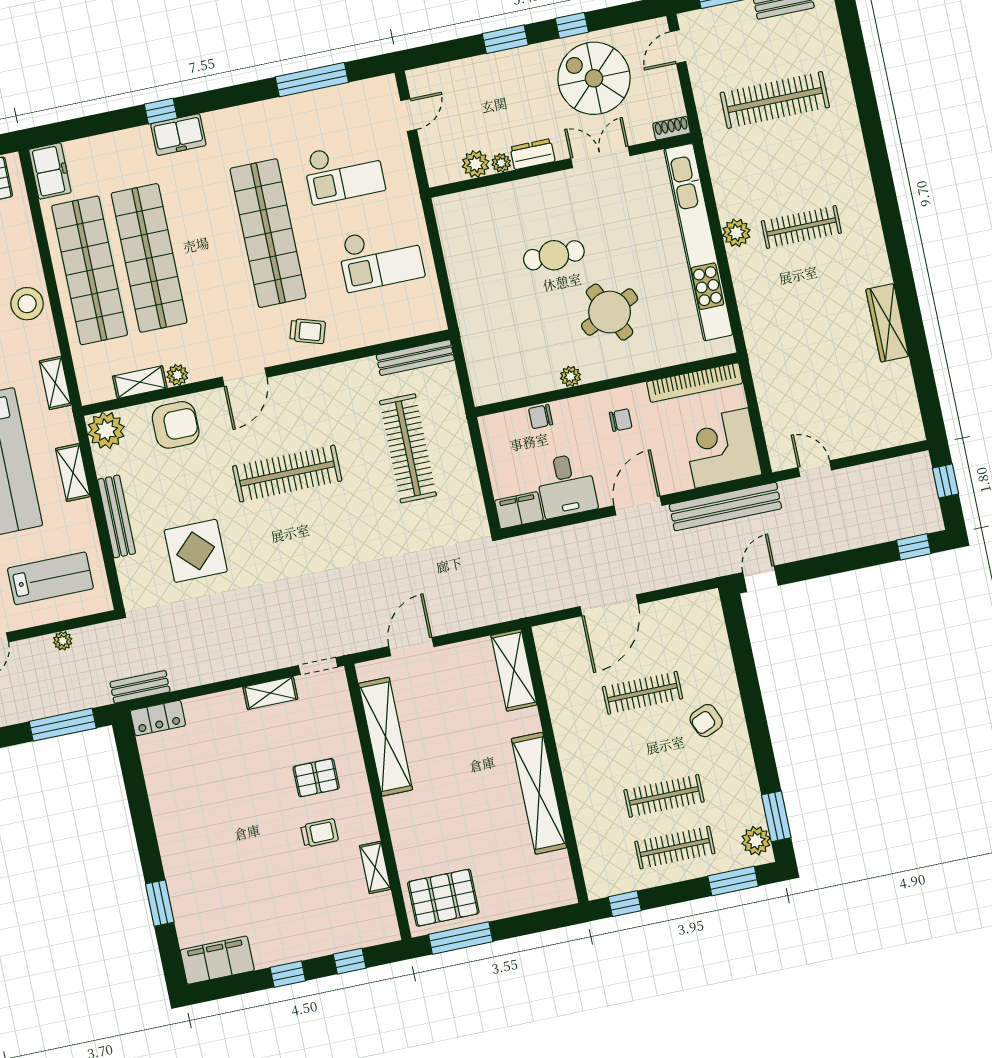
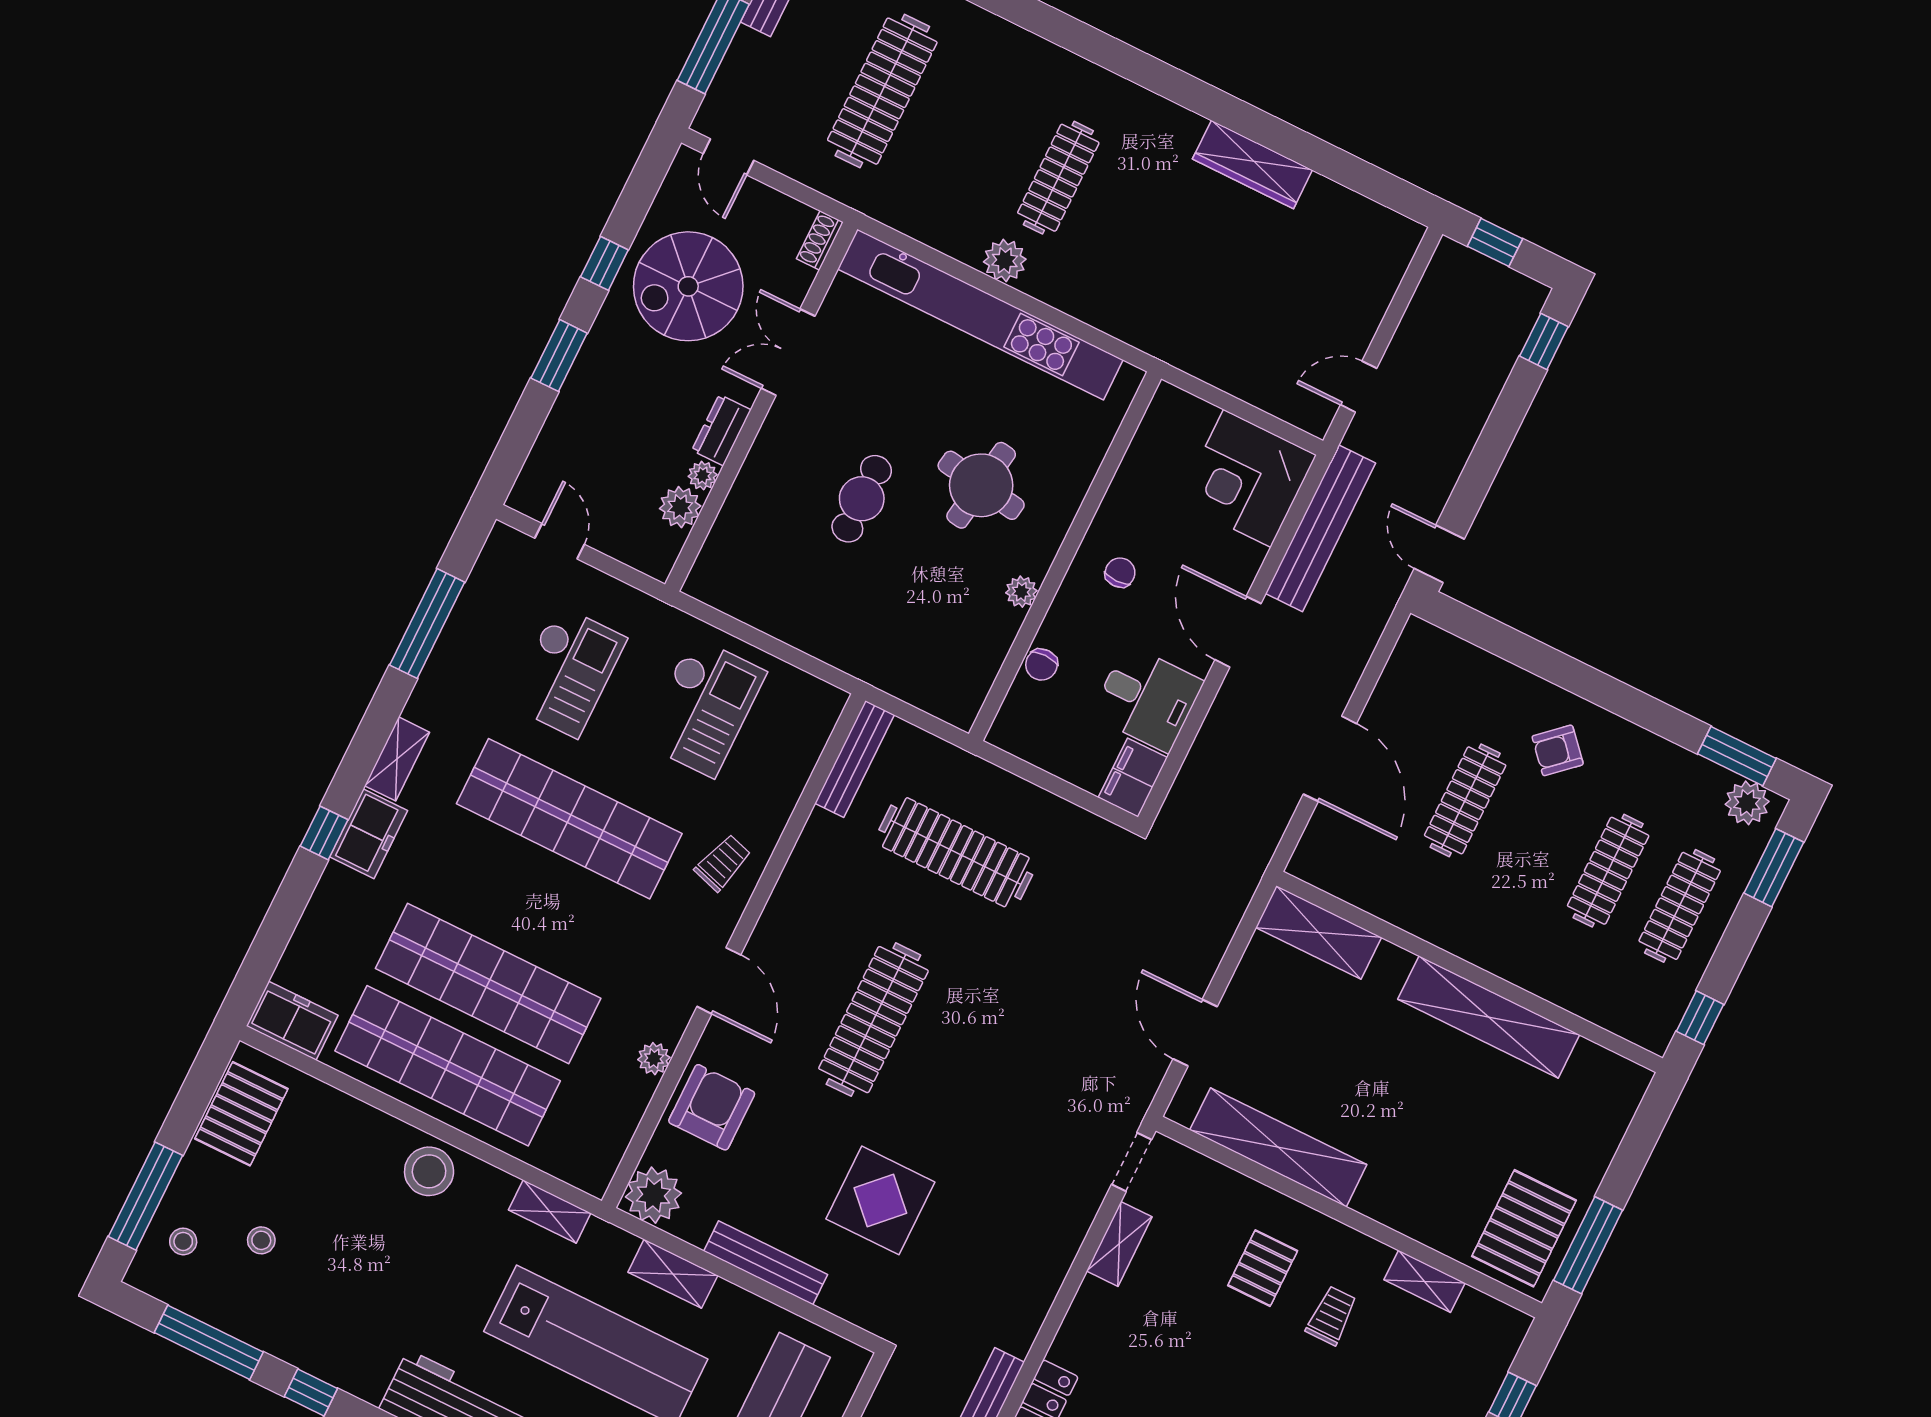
round table: (610, 312) -> (981, 485), turned 34
shelving: (140, 382) -> (397, 759), moved
bookcase: (695, 382) -> (1144, 450), removed
armchair: (706, 721) -> (1558, 750), turned 71

